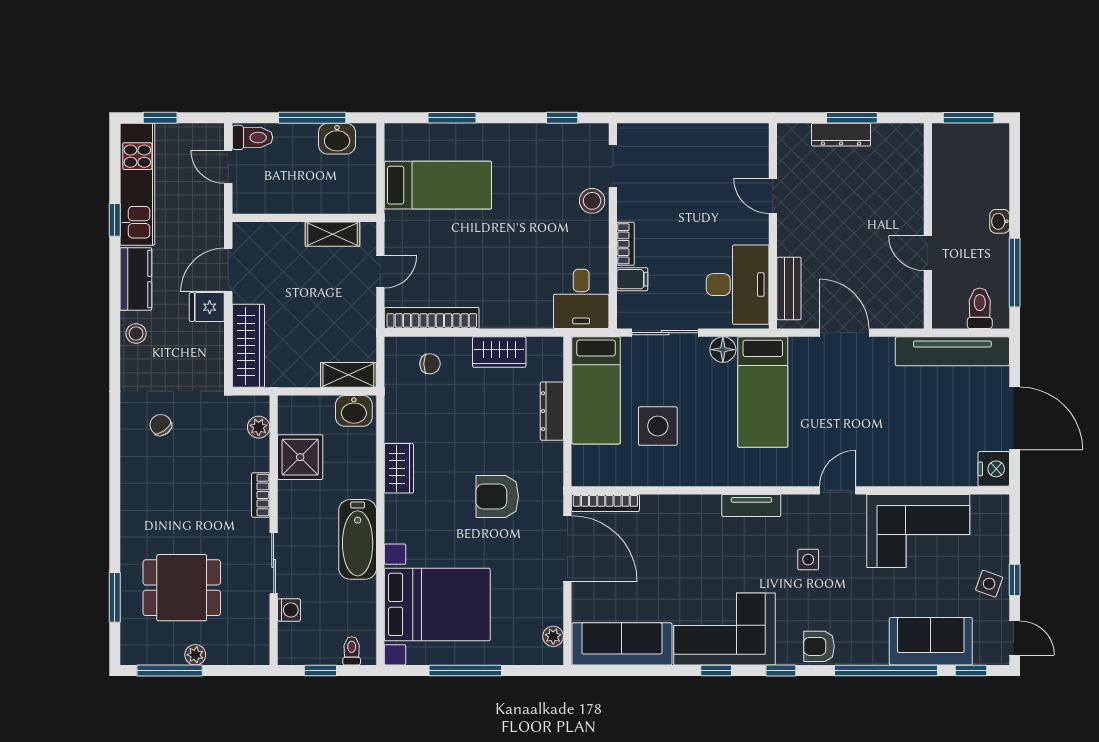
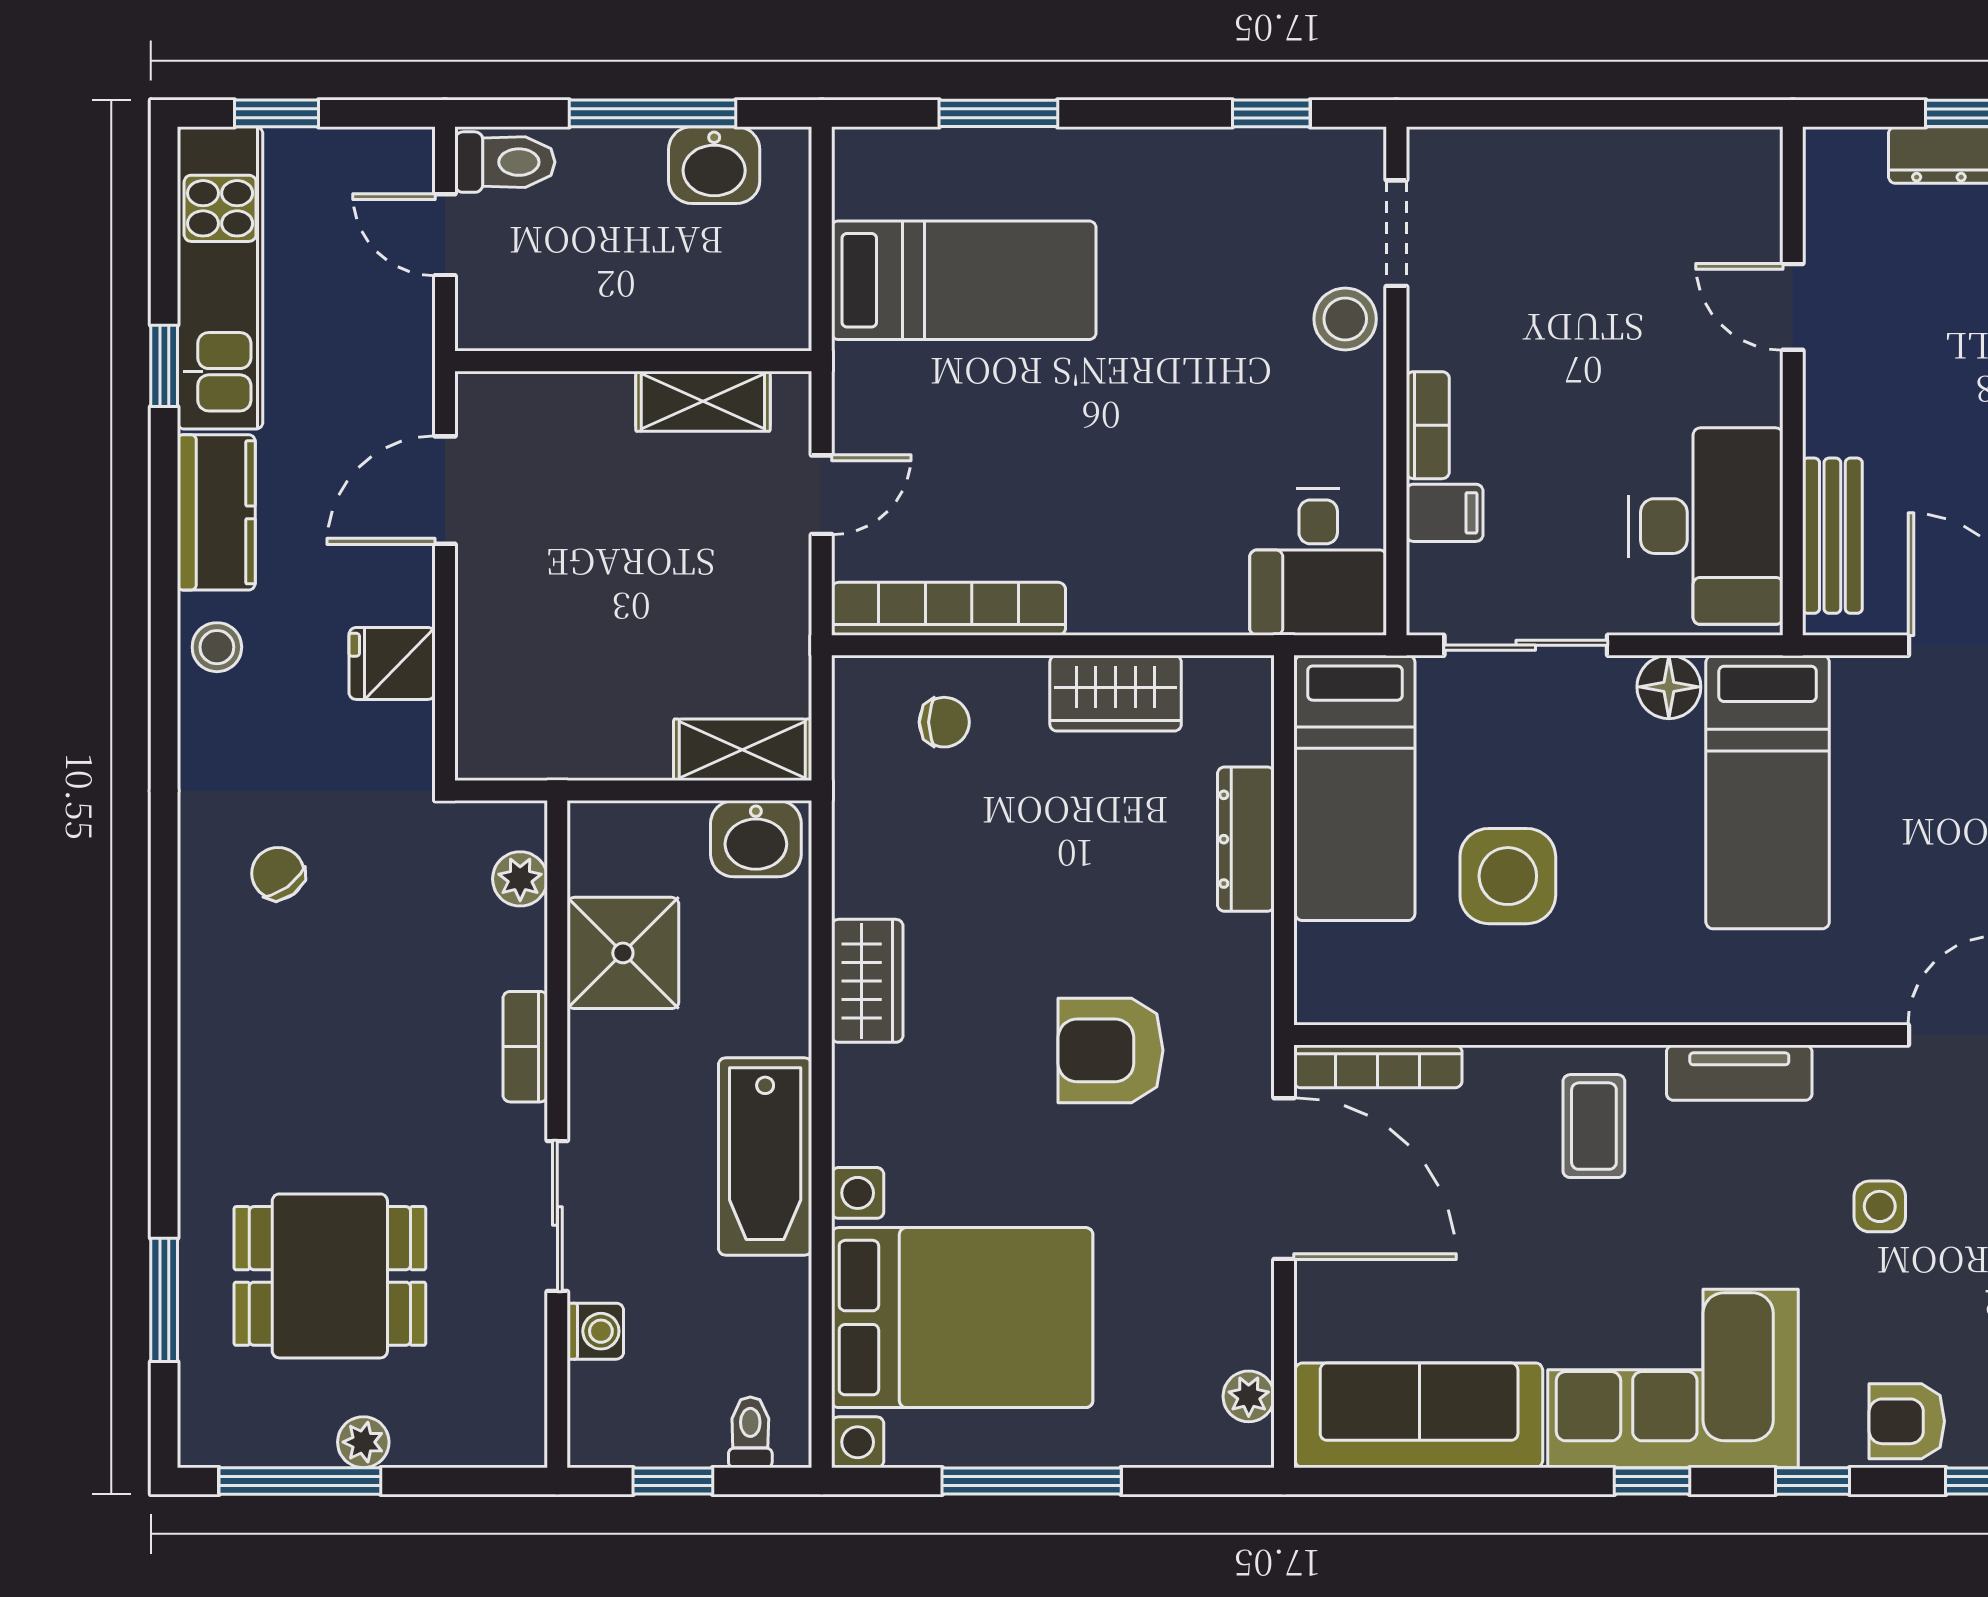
fridge: (207, 307) -> (392, 663), moved
wardrobe: (248, 346) -> (495, 678), removed
coffee table: (693, 527) -> (1594, 1126), added

